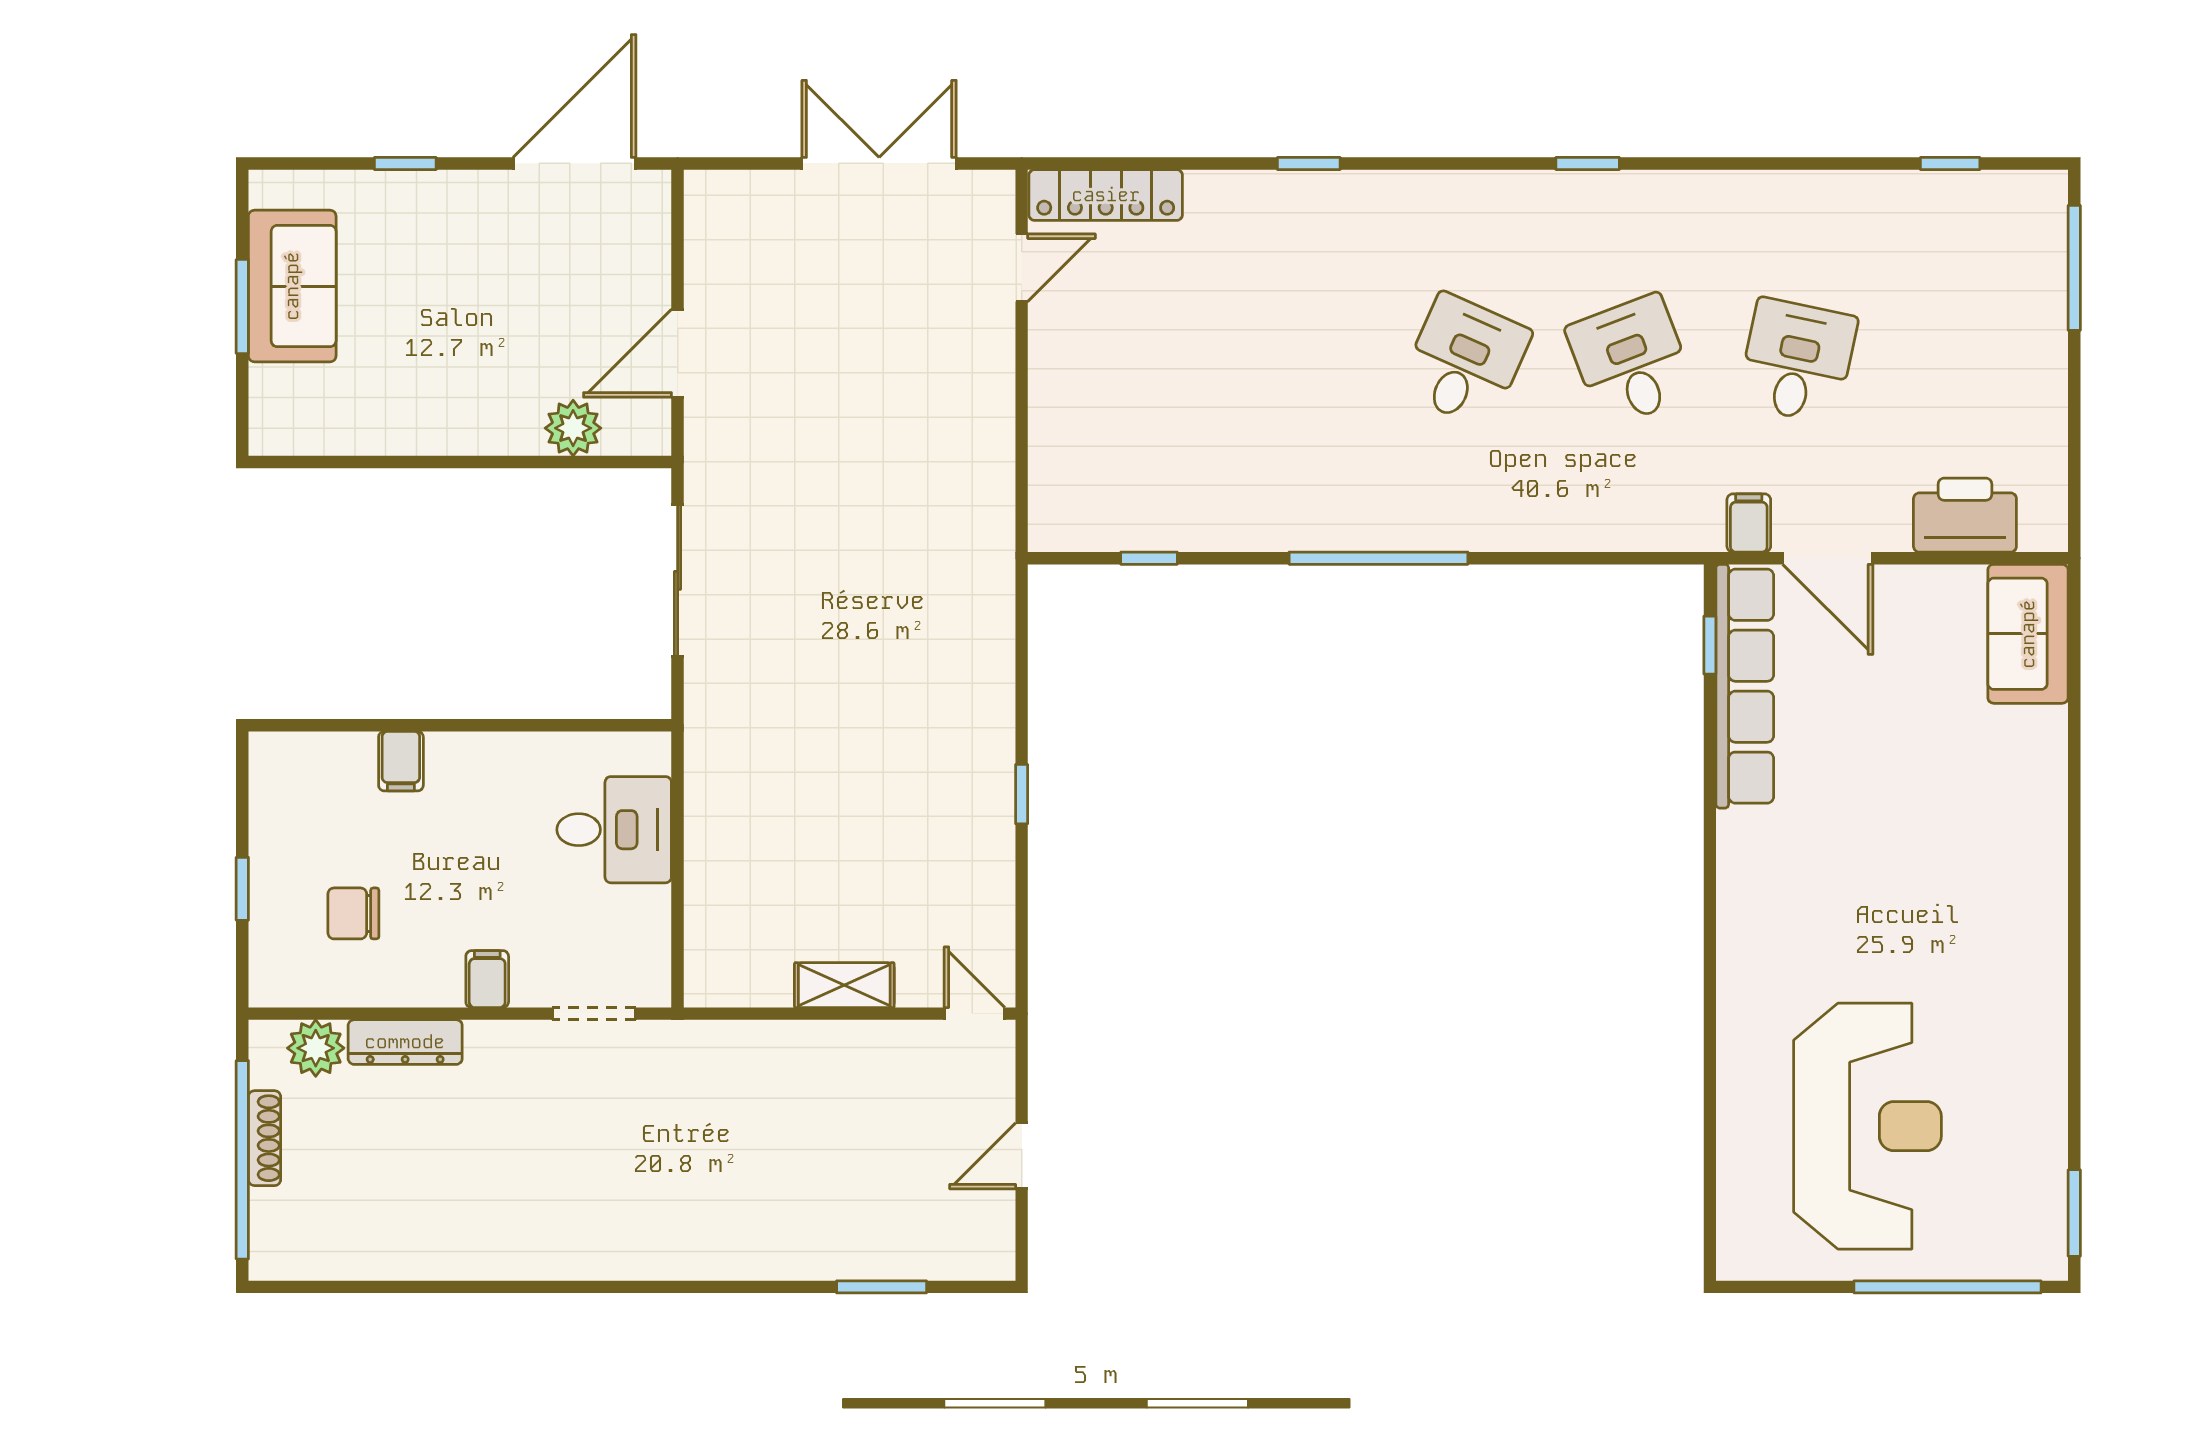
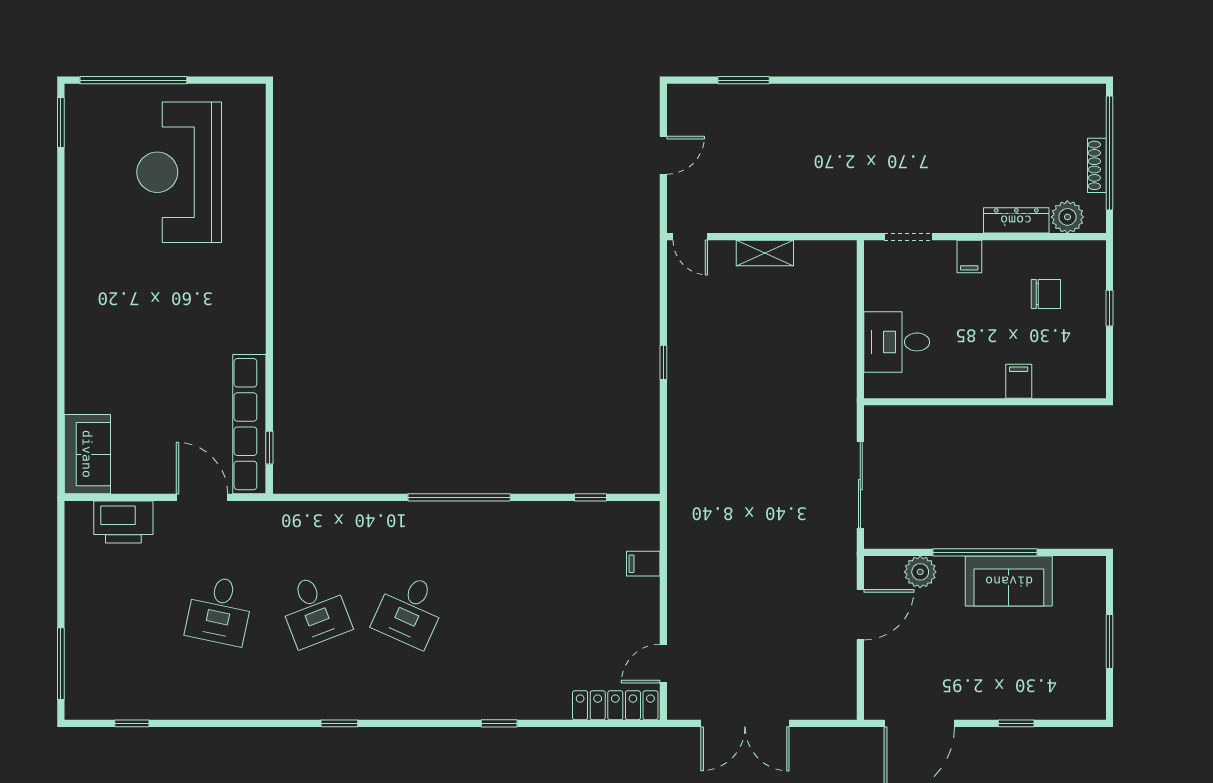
sofa: (292, 286) -> (1009, 581), moved, turned -90
window: (460, 462) -> (985, 552), added
filing cabinet: (1749, 523) -> (643, 564), moved, turned 90

